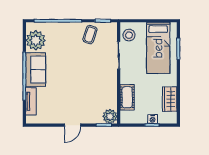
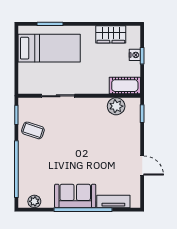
stool: (129, 35) -> (34, 83), removed
plant: (36, 40) -> (34, 201), width x0.53, depth x0.53
cot: (127, 97) -> (125, 86), moved
plant: (110, 116) -> (116, 106), moved
door: (73, 125) -> (142, 166), moved

